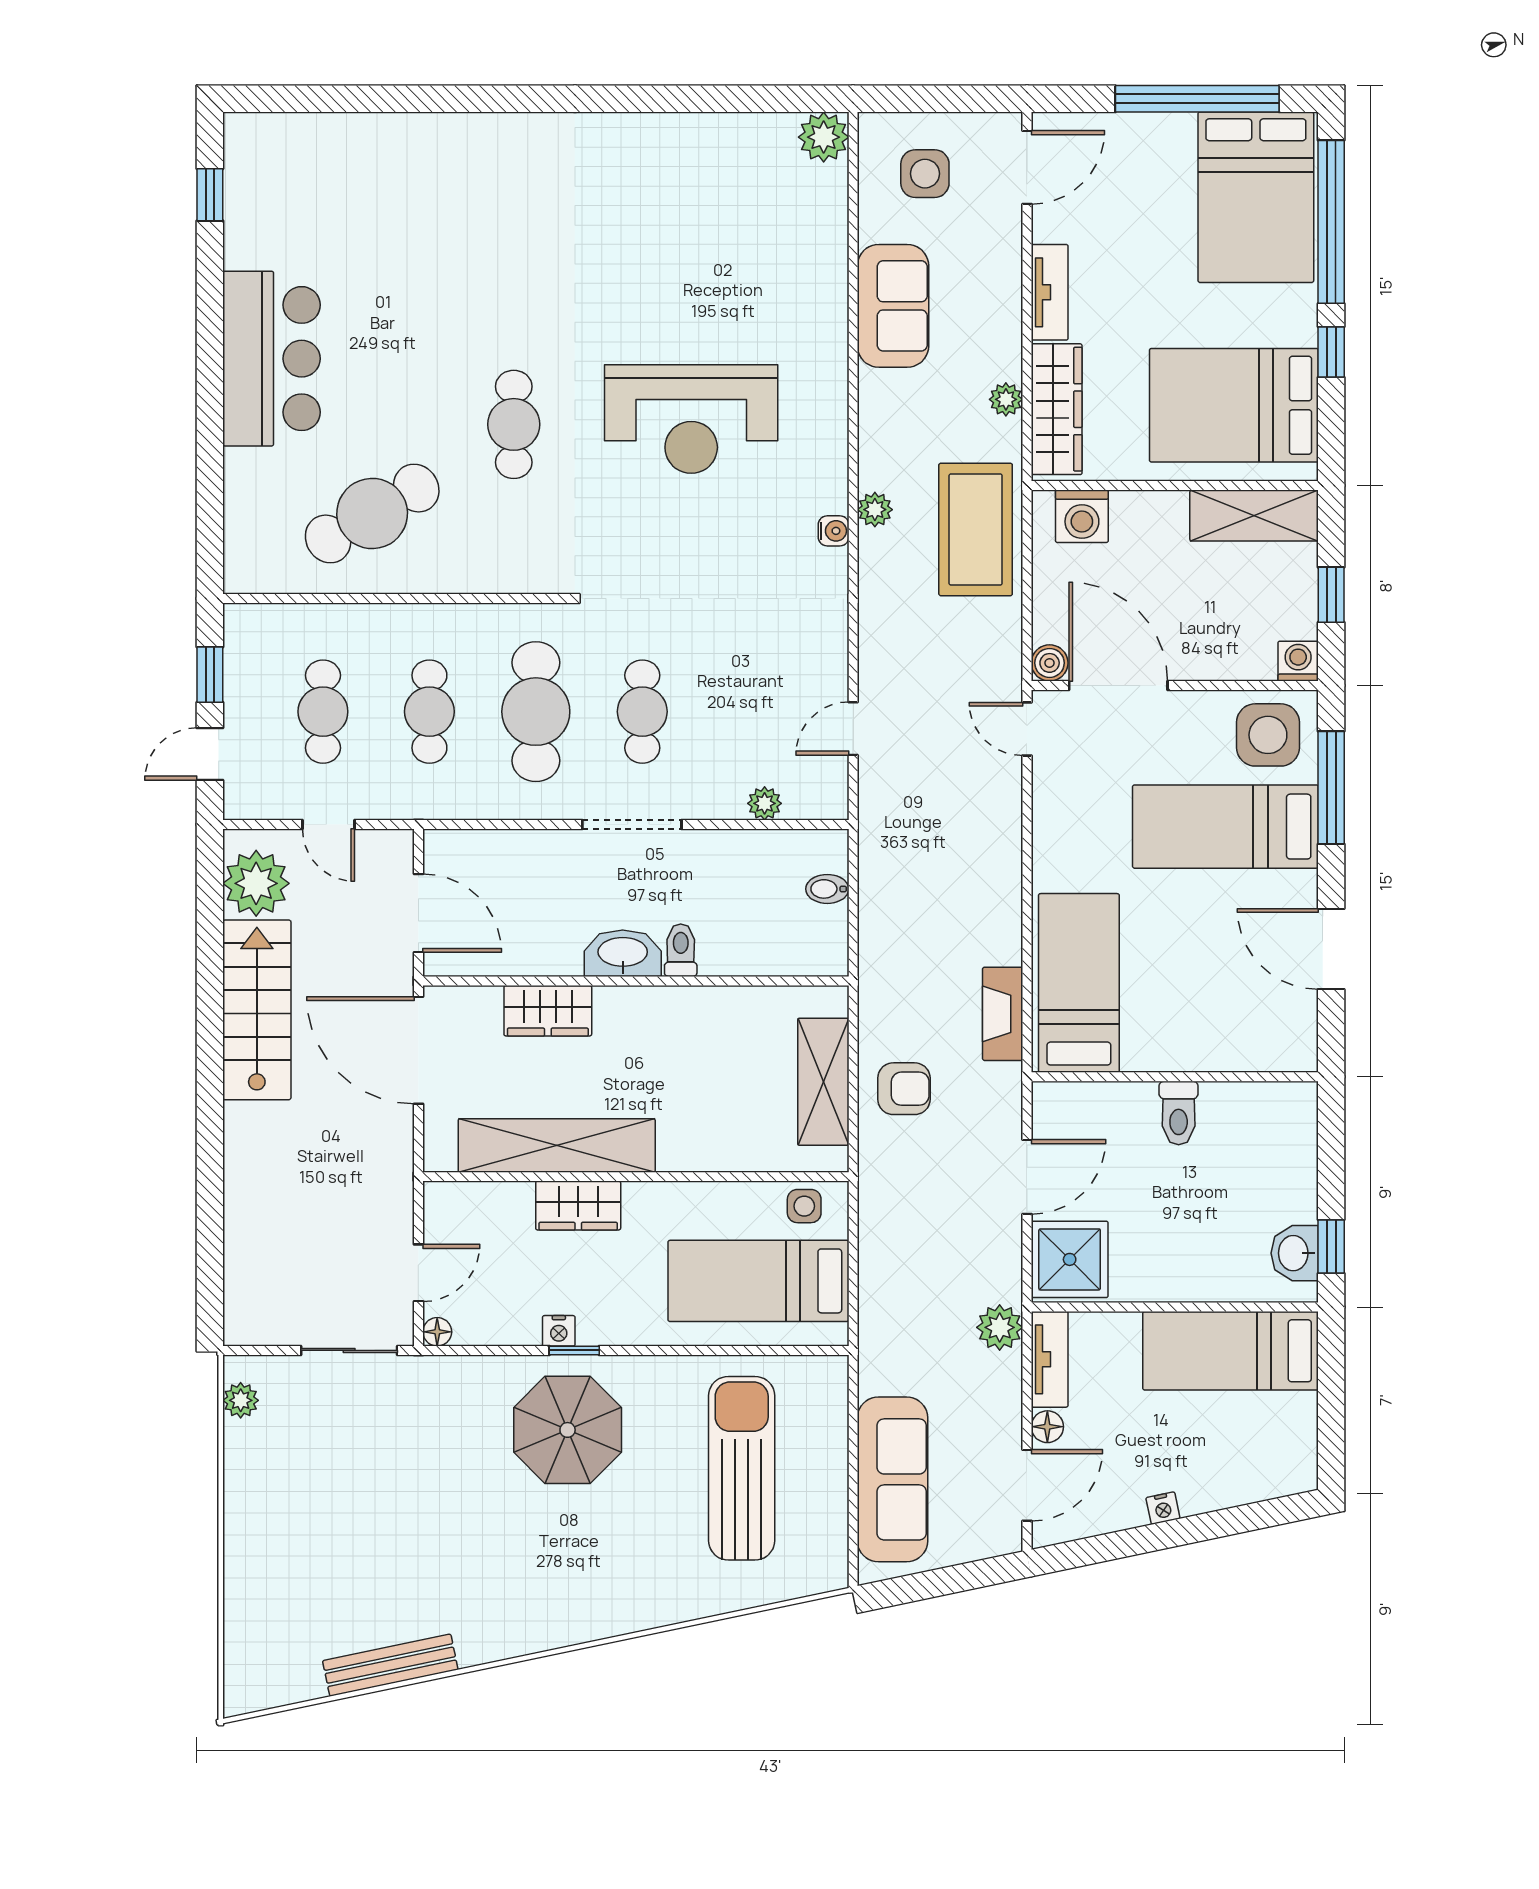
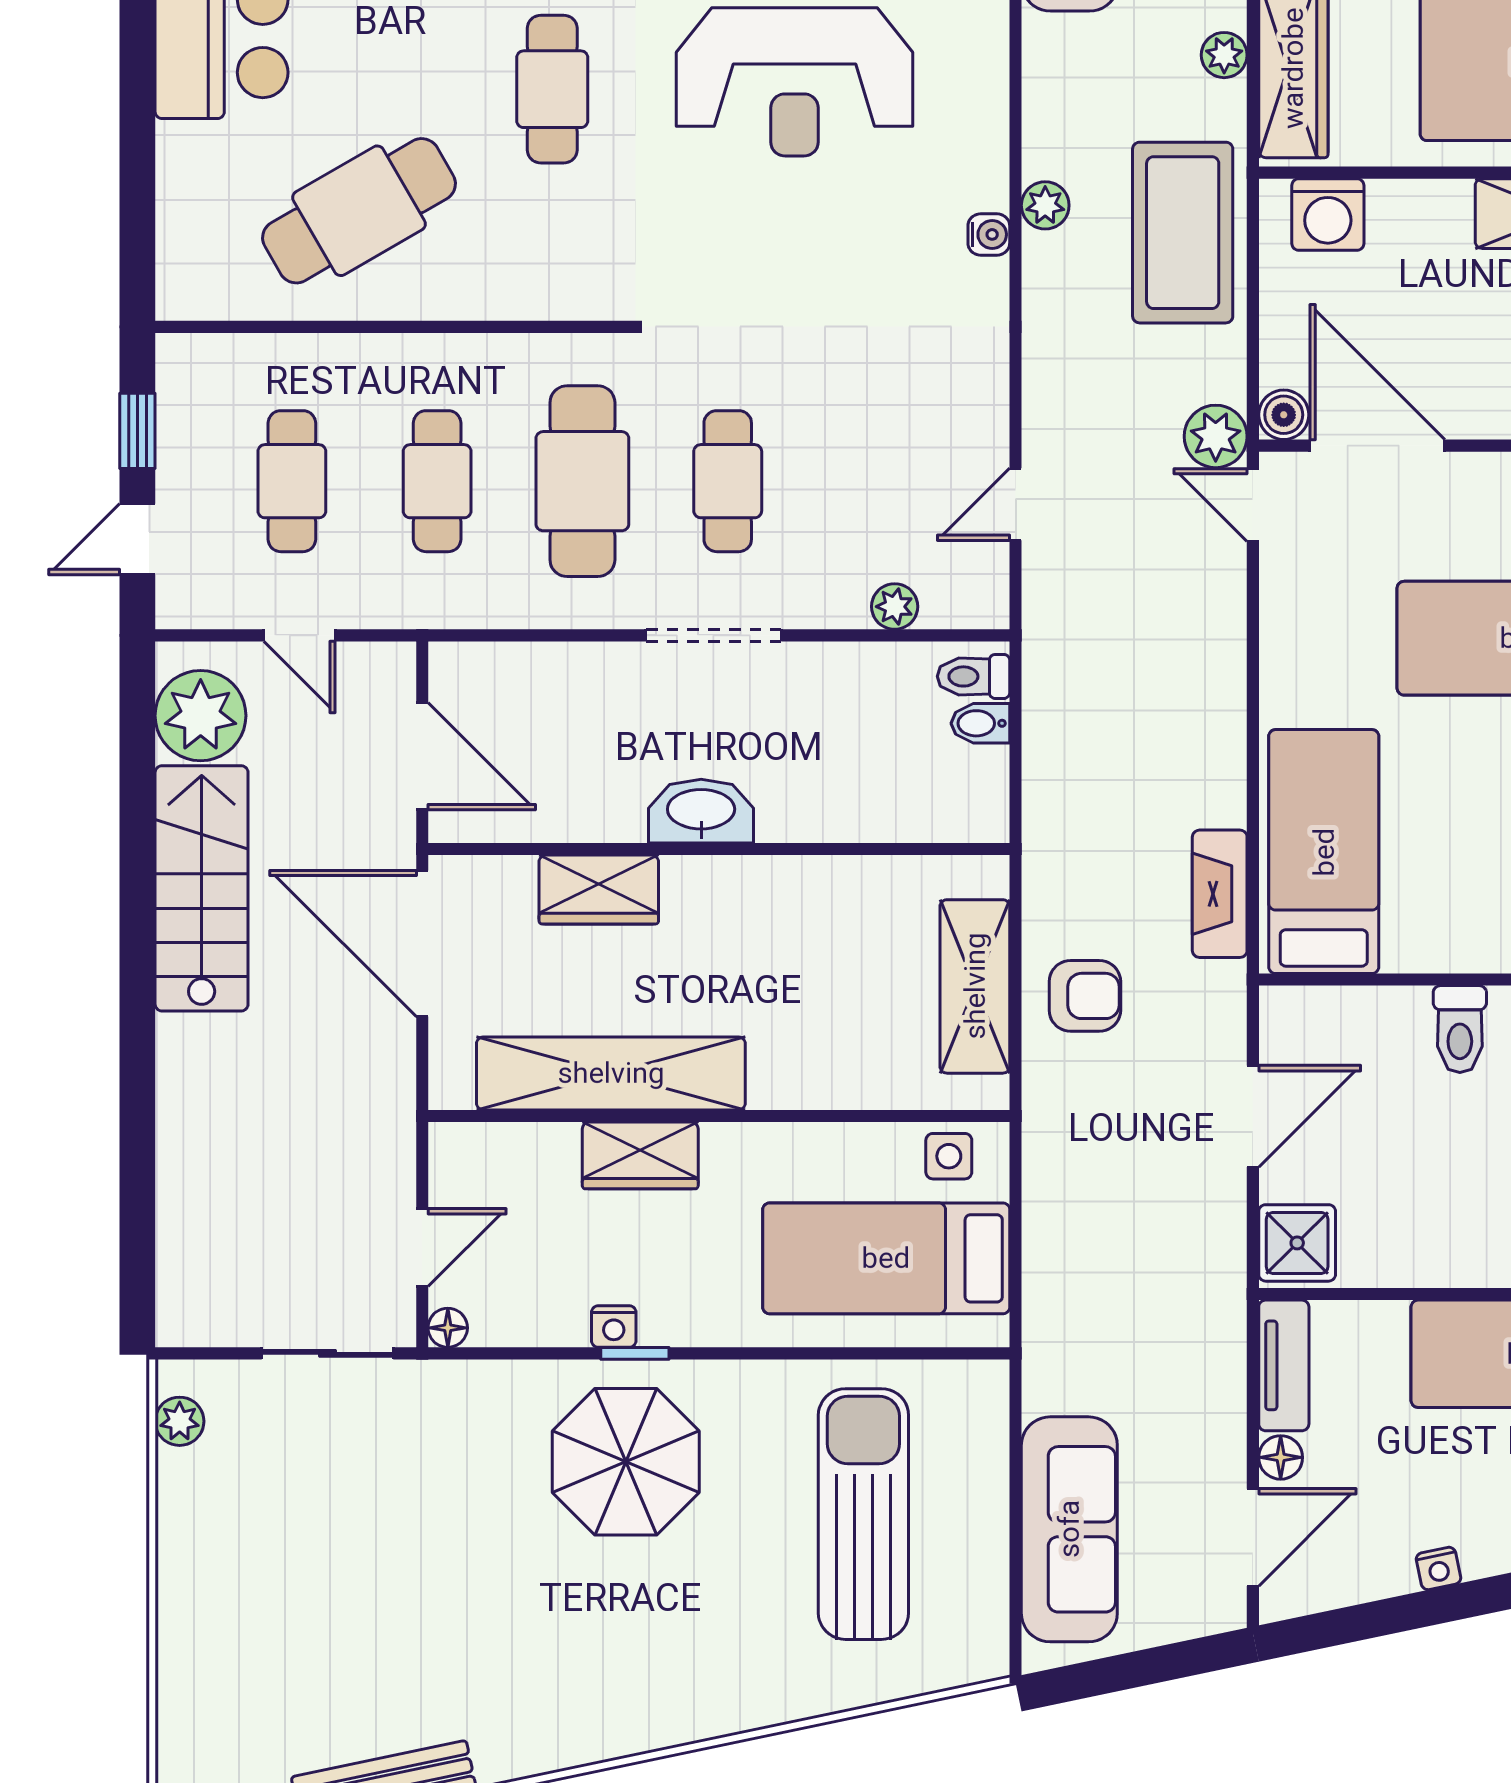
toilet: (681, 950) -> (974, 676), moved, turned -90
shower: (1070, 1259) -> (1297, 1243), width x0.73, depth x0.73
plant: (1000, 1327) -> (1216, 436), moved

